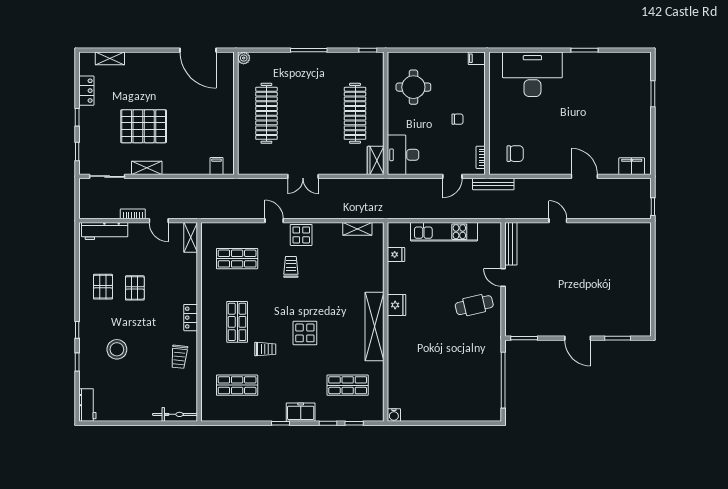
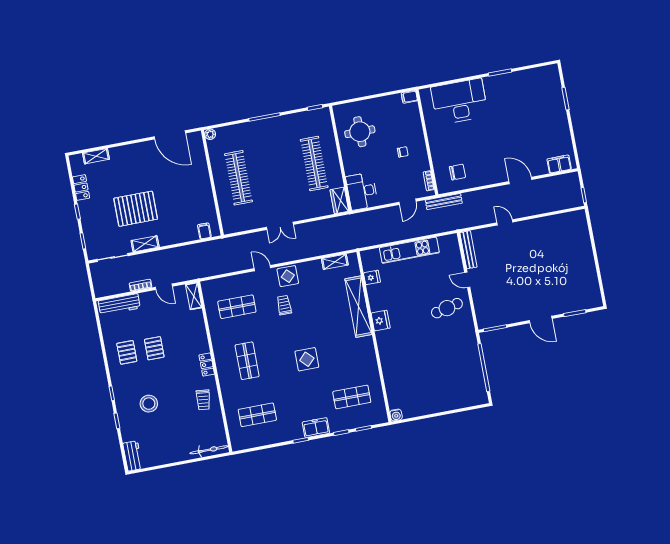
shelving: (374, 327) -> (358, 307), moved
trolley: (265, 349) -> (275, 379), removed

